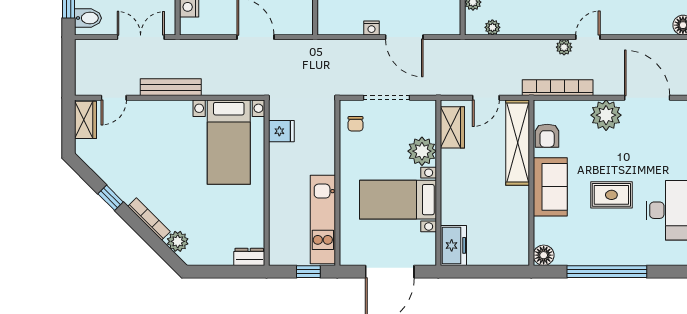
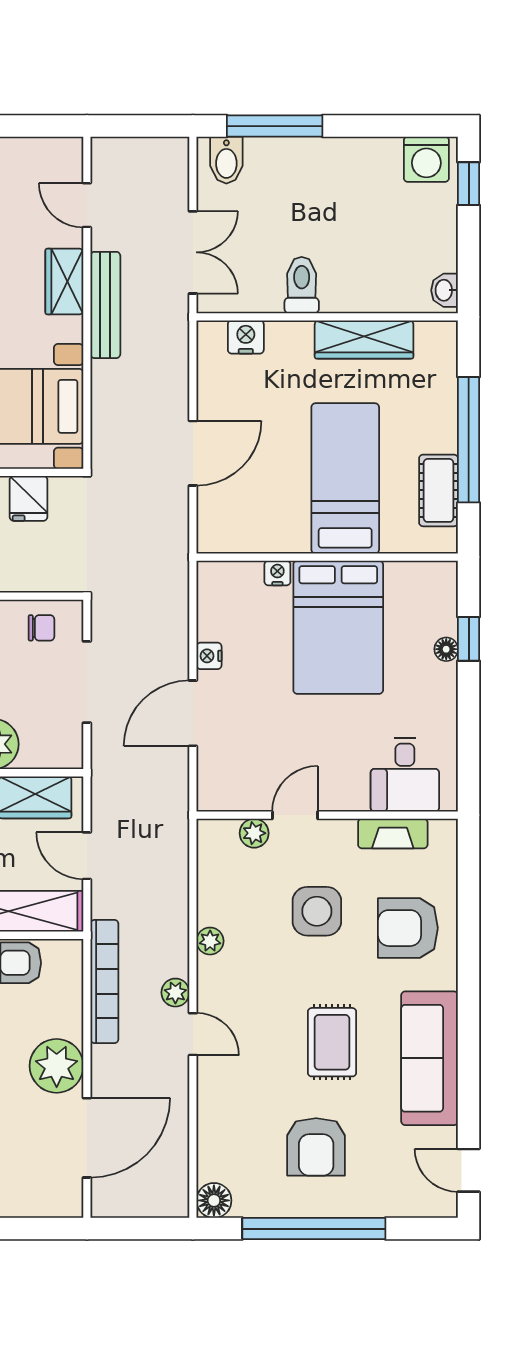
plant: (492, 27) -> (210, 941), moved
wardrobe: (85, 120) -> (64, 282), moved, turned 90
chair: (355, 124) -> (41, 628), turned 180

